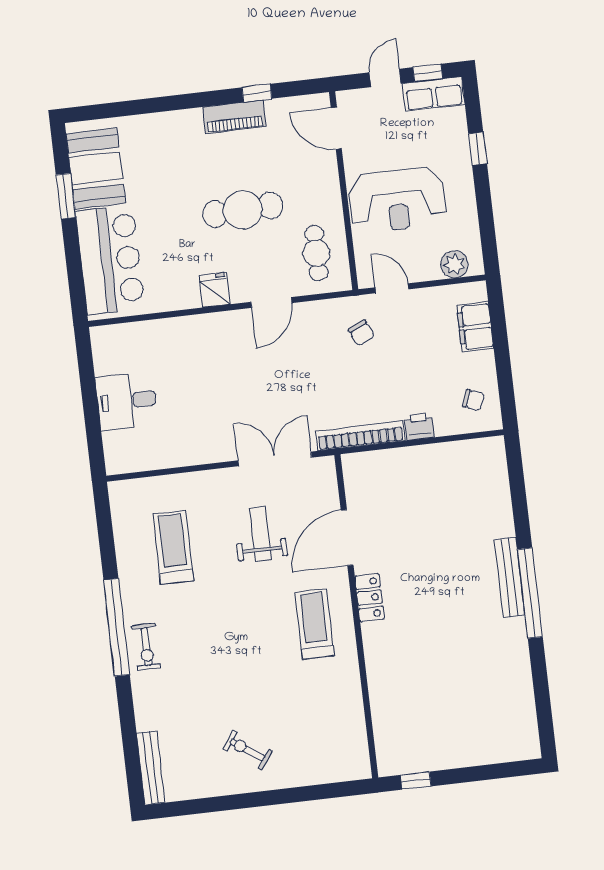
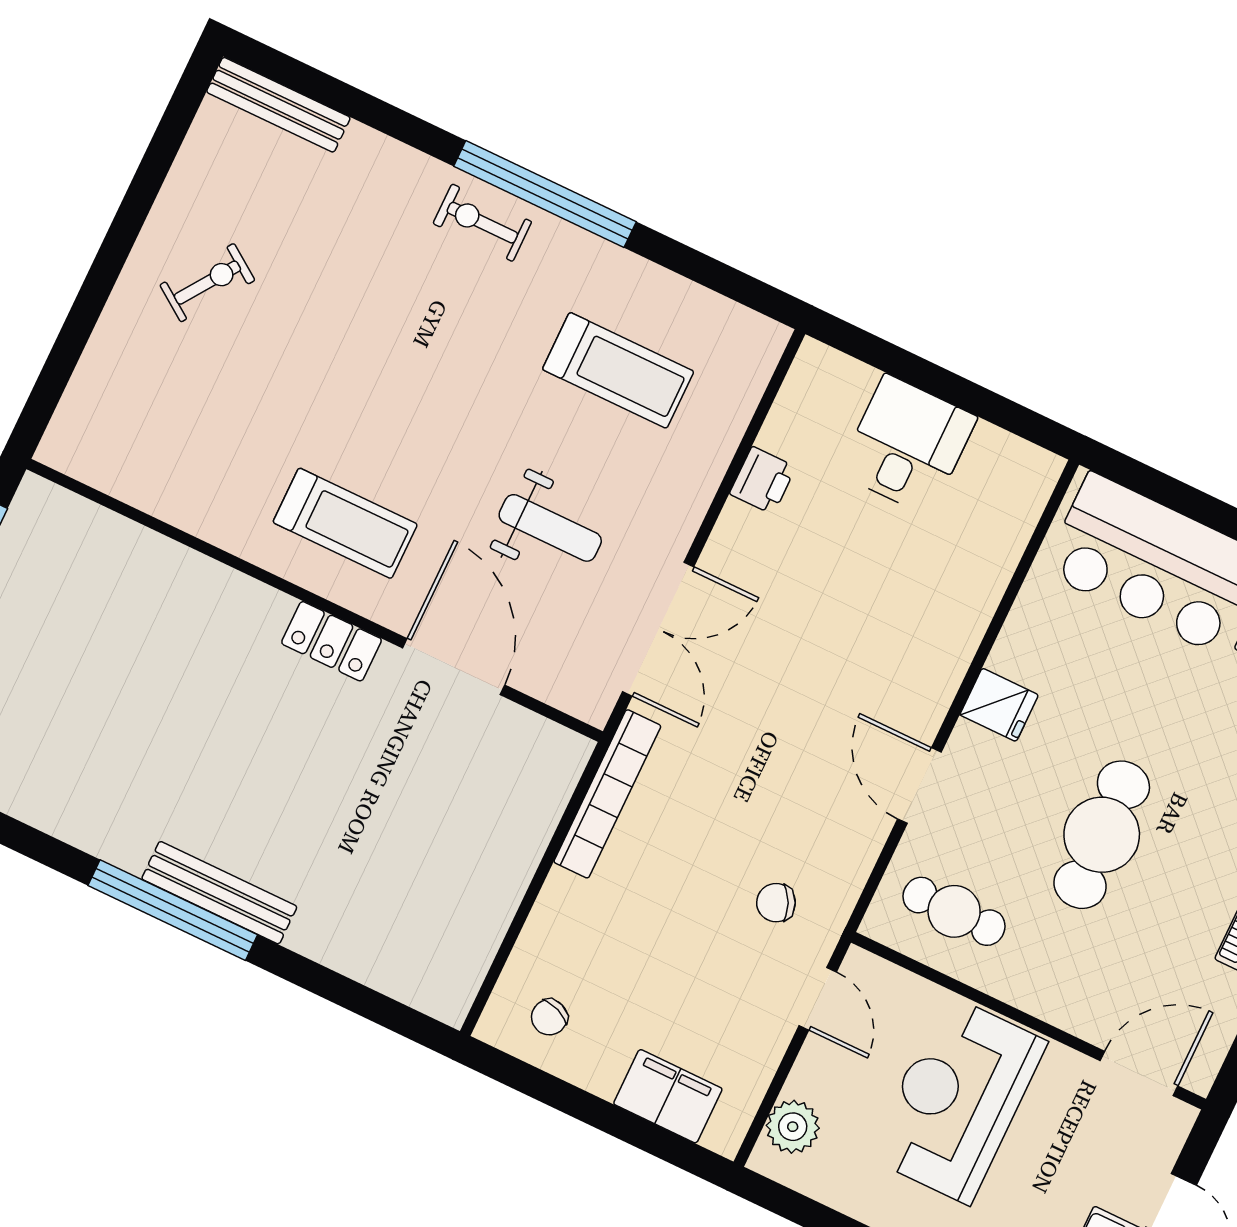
door: (392, 288) -> (818, 999), hinge flipped
printer: (419, 426) -> (763, 480), moved

